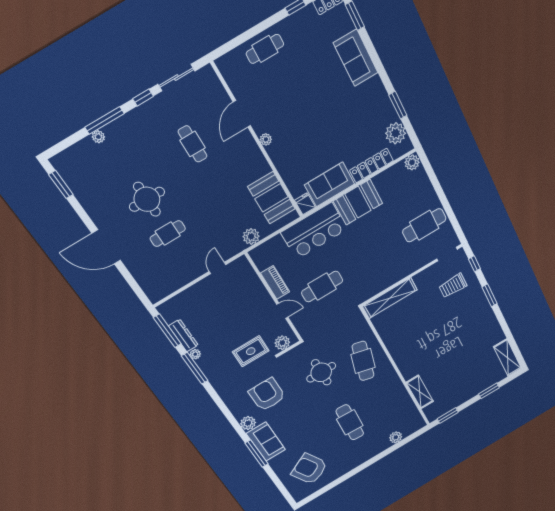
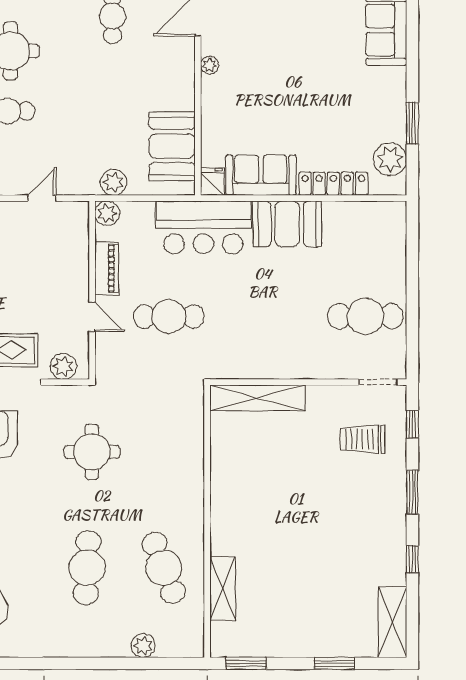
plant: (412, 162) -> (107, 213), moved
window: (504, 325) -> (412, 559), added
cafe table: (363, 361) -> (164, 568), moved, turned -36

